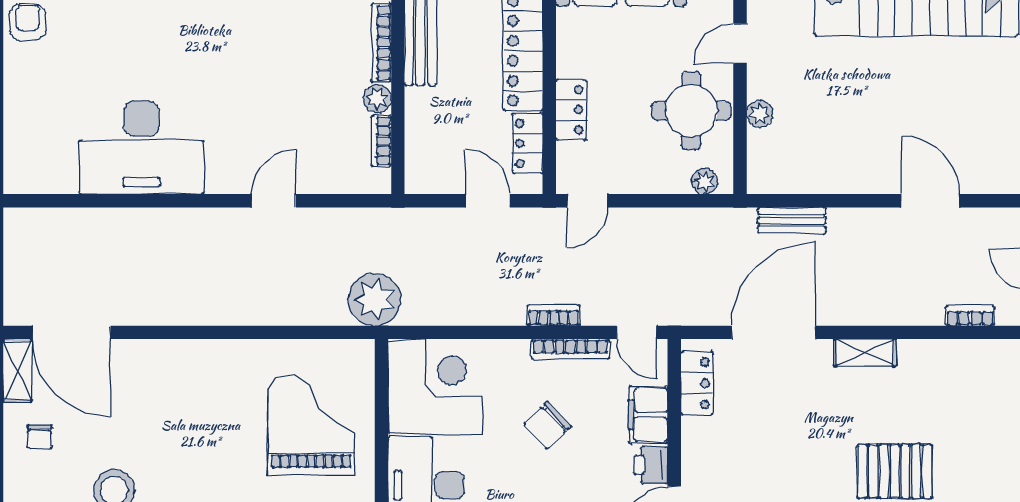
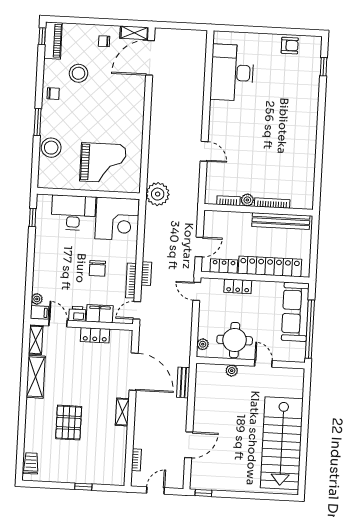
desk: (141, 148) -> (232, 73), moved
locker: (697, 383) -> (95, 335), moved
chair: (547, 425) -> (97, 268), turned -136

